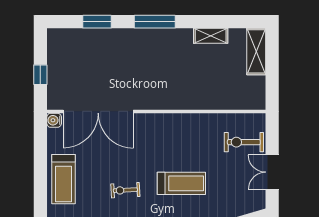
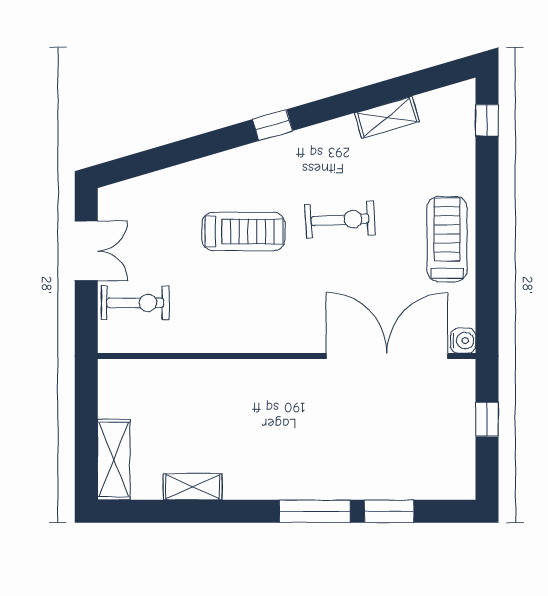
window: (155, 22) -> (315, 511), moved
treadmill: (181, 183) -> (243, 232), turned 180
exercise bike: (125, 190) -> (340, 220), width x1.38, depth x1.39

